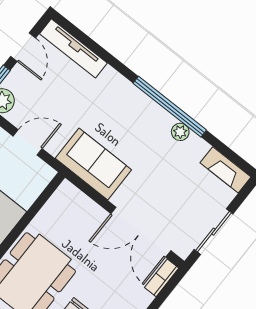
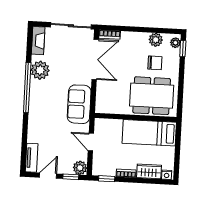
tv unit: (73, 48) -> (32, 158), width x0.71
plant: (180, 132) -> (40, 70), width x1.88, depth x1.88
sliding door: (213, 232) -> (71, 26), width x1.37

